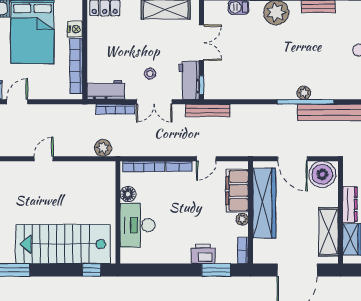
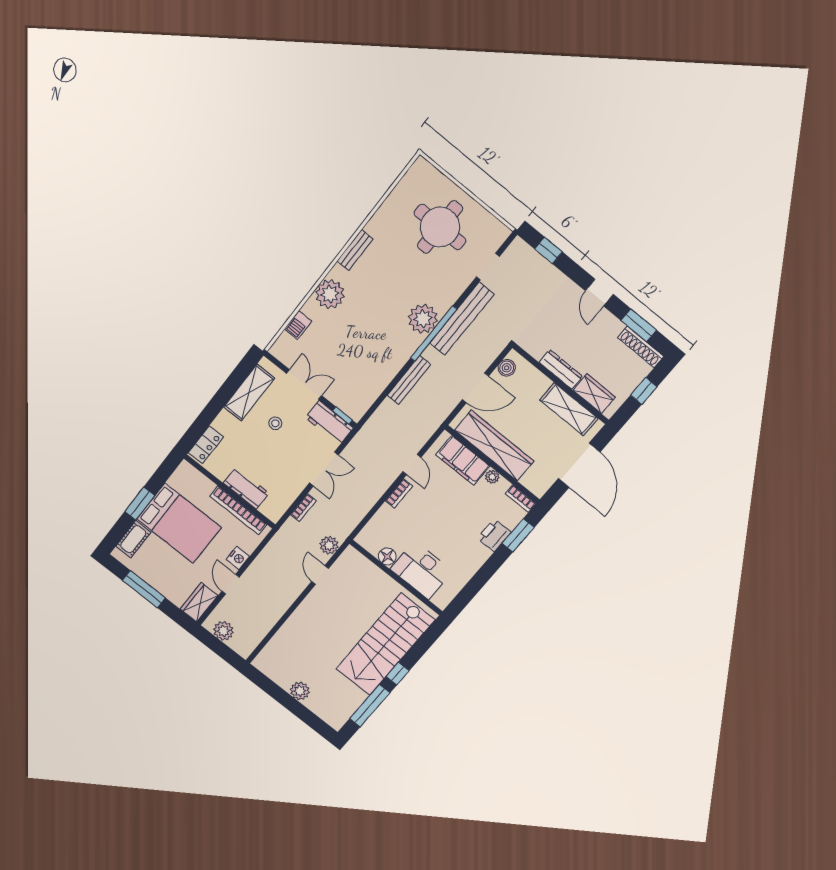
nightstand: (75, 29) -> (238, 558), moved, turned 90
stool: (150, 74) -> (275, 423), moved
workbench: (106, 90) -> (246, 488), moved, turned 90
plant: (304, 93) -> (423, 319), width x1.88, depth x1.88
bookcase: (115, 109) -> (303, 508), width x0.64
bench: (208, 110) -> (409, 380), moved
door: (44, 159) -> (320, 575), moved
bookcase: (144, 166) -> (374, 524), removed
boiler: (322, 174) -> (507, 368), width x0.54, depth x0.54
window: (91, 270) -> (398, 674), moved

